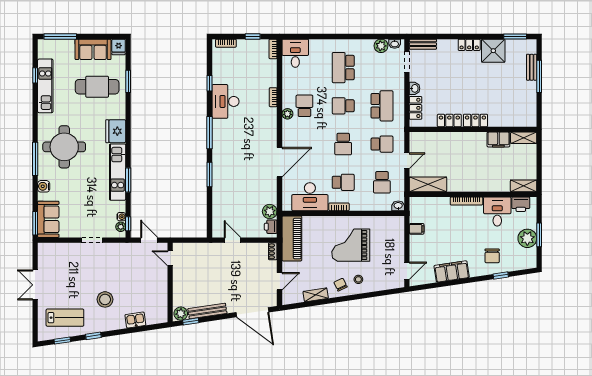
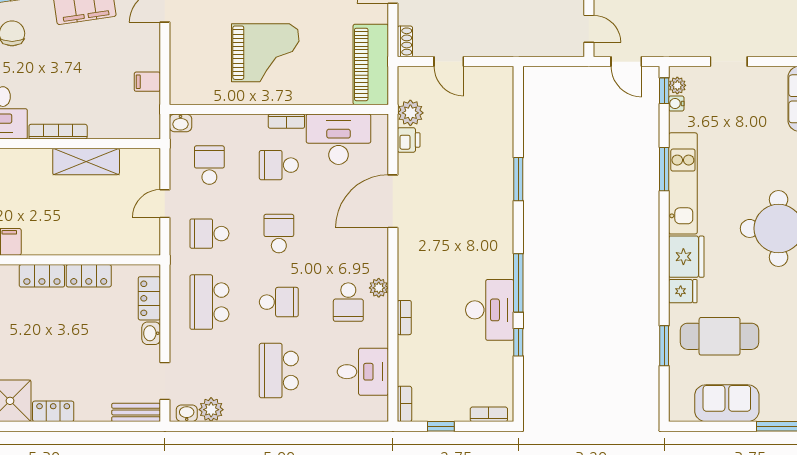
fridge: (119, 47) -> (683, 291), moved, turned 90
desk: (295, 53) -> (363, 372), moved, turned -90
school desk: (343, 68) -> (279, 371), turned 180
window: (210, 133) -> (518, 283), moved
shelving: (428, 184) -> (86, 161), moved
printer: (271, 227) -> (409, 140), moved
door: (232, 240) -> (449, 62), moved

